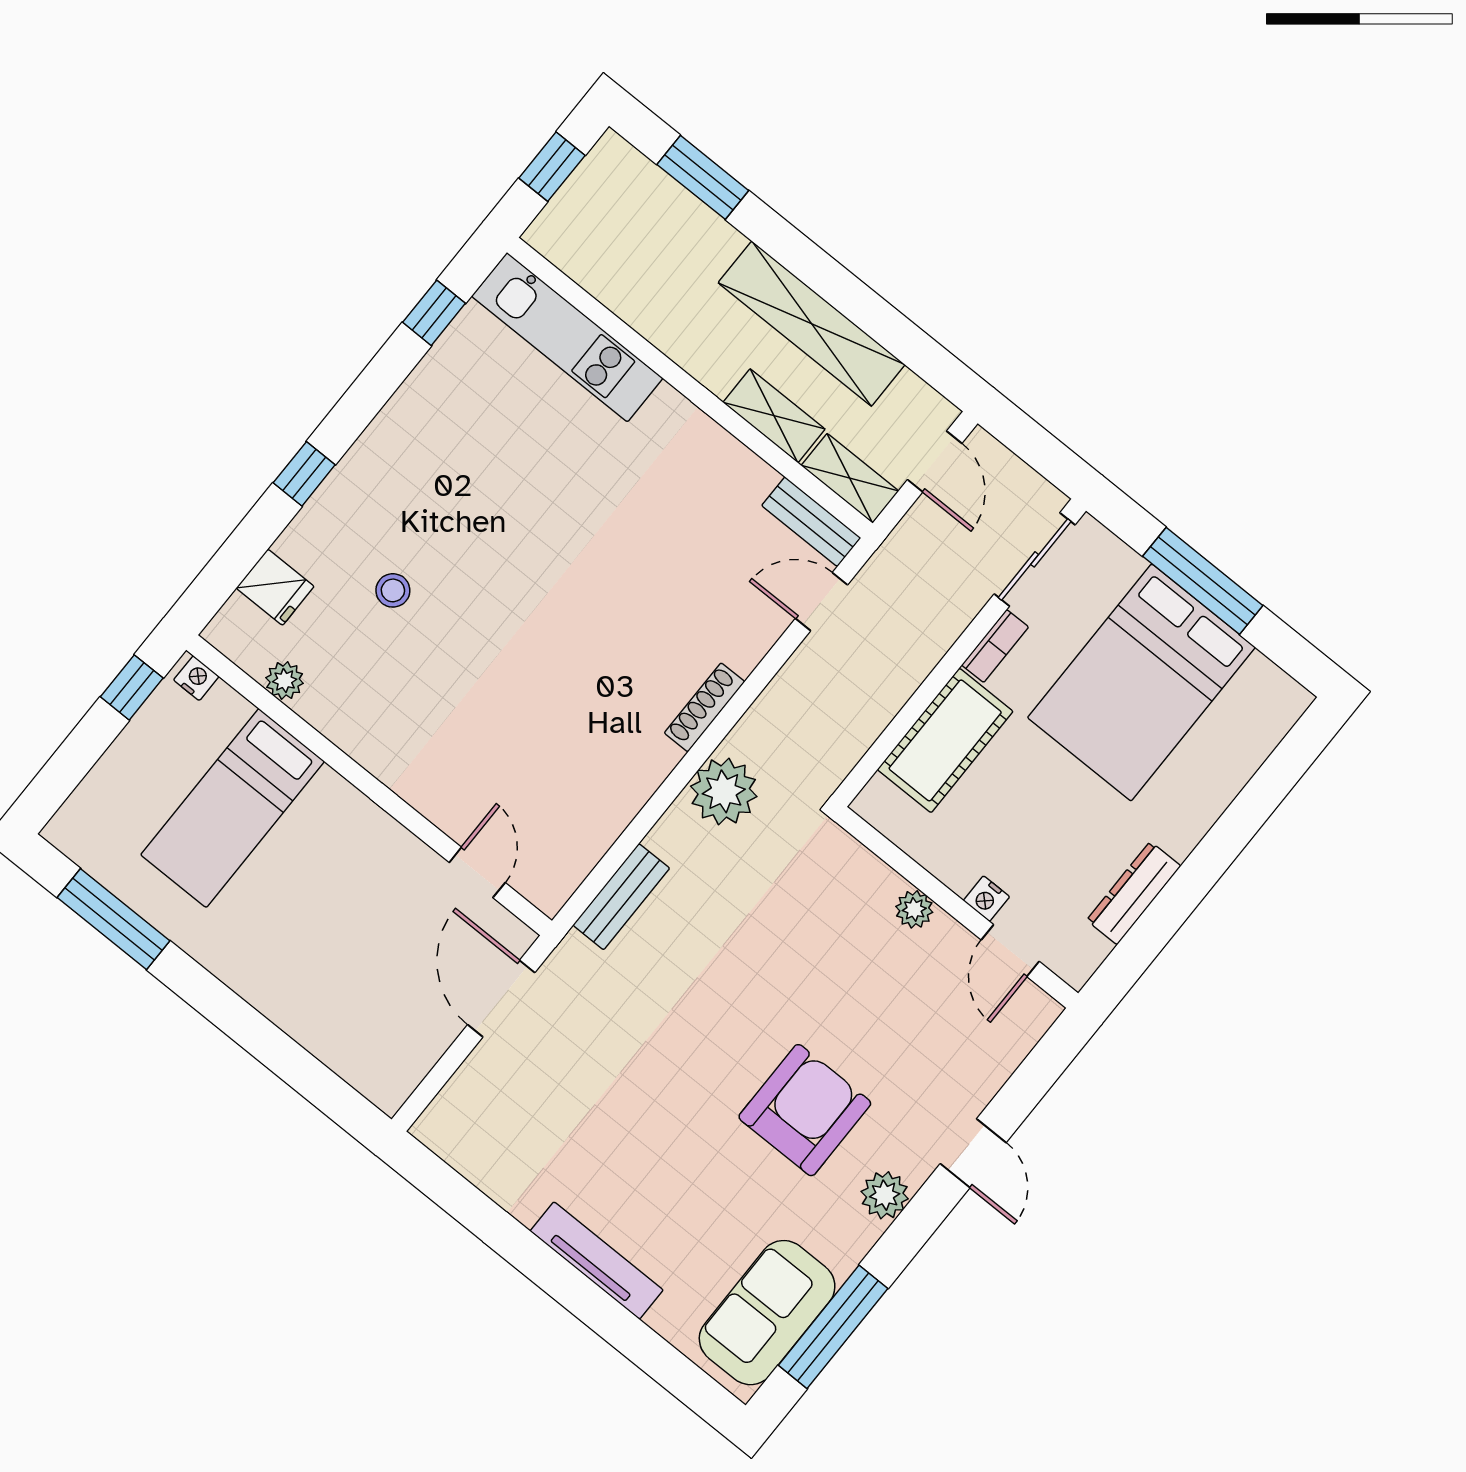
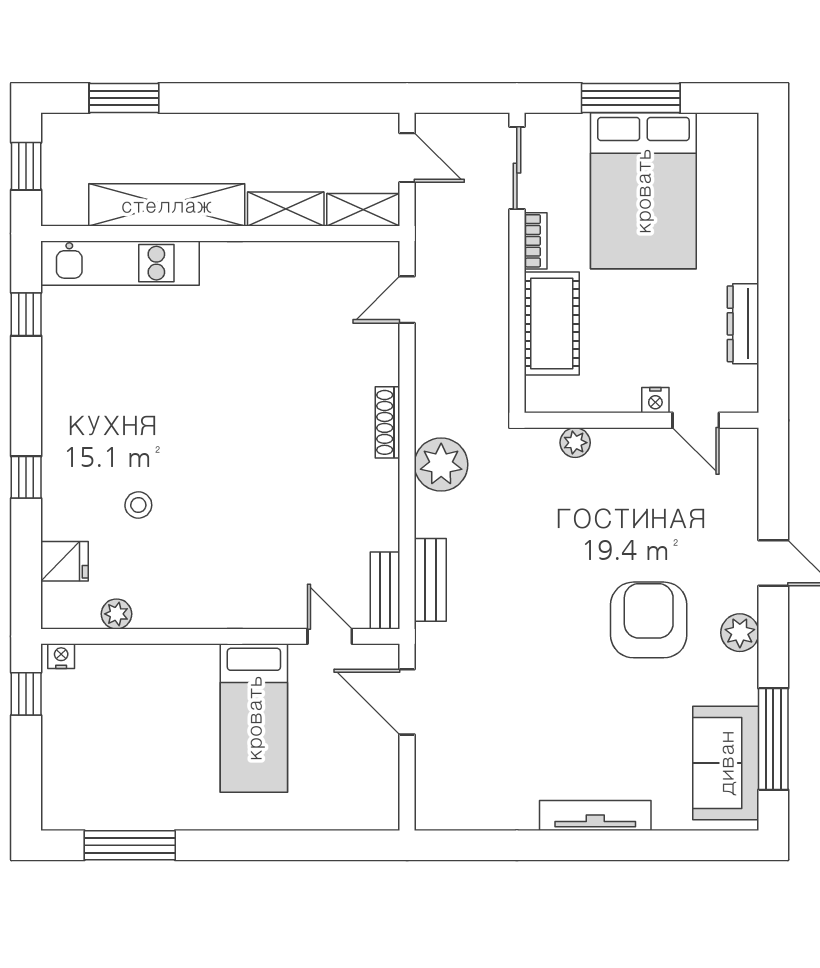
shelving: (812, 324) -> (167, 205), moved
bench: (811, 522) -> (385, 590), moved, turned 90
bed: (233, 808) -> (254, 718), moved
plant: (914, 909) -> (575, 443), moved

